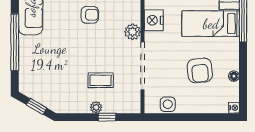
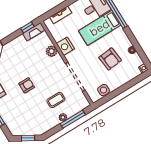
armchair: (90, 15) -> (27, 85), moved
plant: (133, 32) -> (52, 51), moved
window: (107, 117) -> (73, 119), width x2.17

